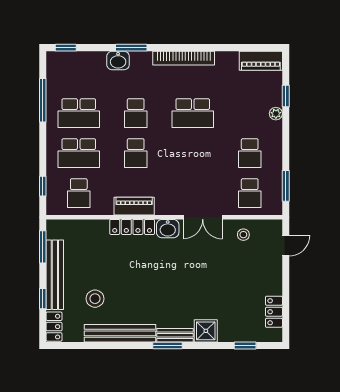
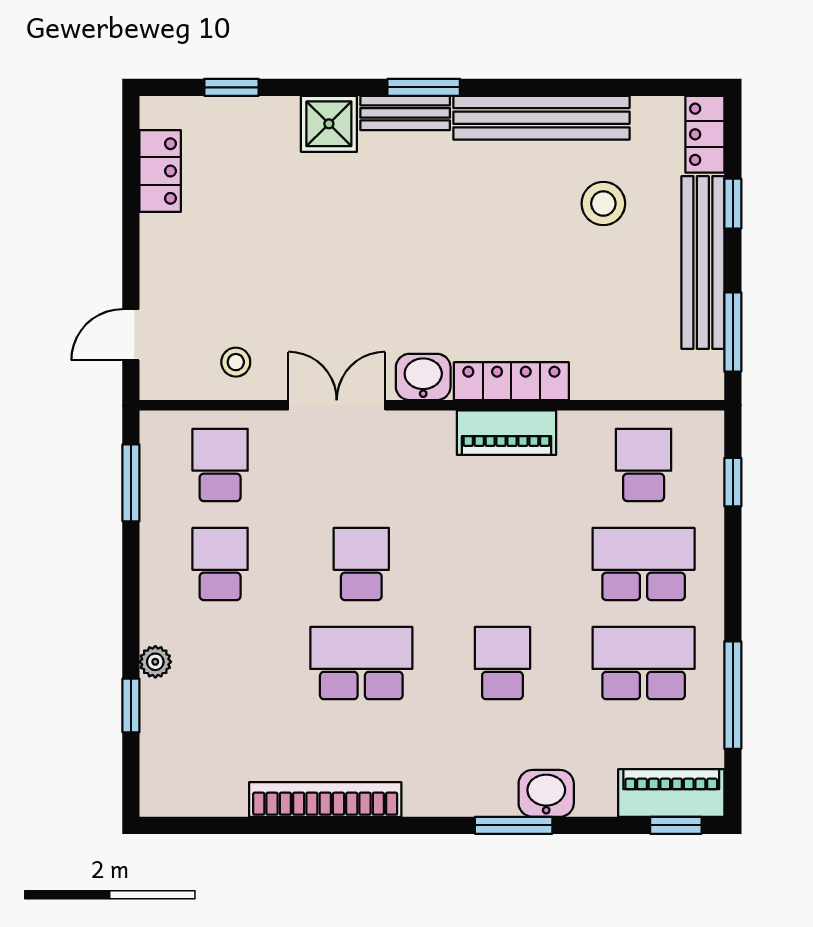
bookcase: (184, 58) -> (325, 799), moved
piano: (261, 61) -> (671, 793), moved
school desk: (136, 153) -> (361, 564), moved

